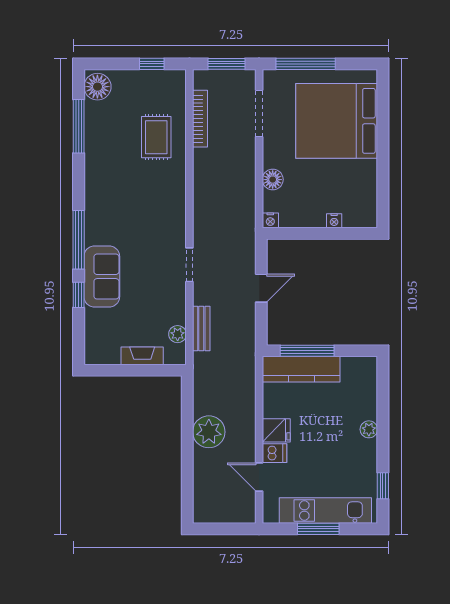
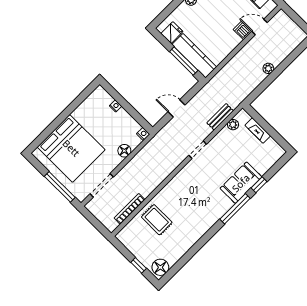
window: (152, 64) -> (139, 265), moved
window: (227, 64) -> (94, 221), removed
window: (79, 126) -> (186, 258), removed
rug: (156, 137) -> (157, 220), turned 90
fridge: (276, 430) -> (172, 33), moved, turned 90
plant: (209, 432) -> (268, 68), width x0.53, depth x0.53
door: (259, 477) -> (260, 27), swing flipped

